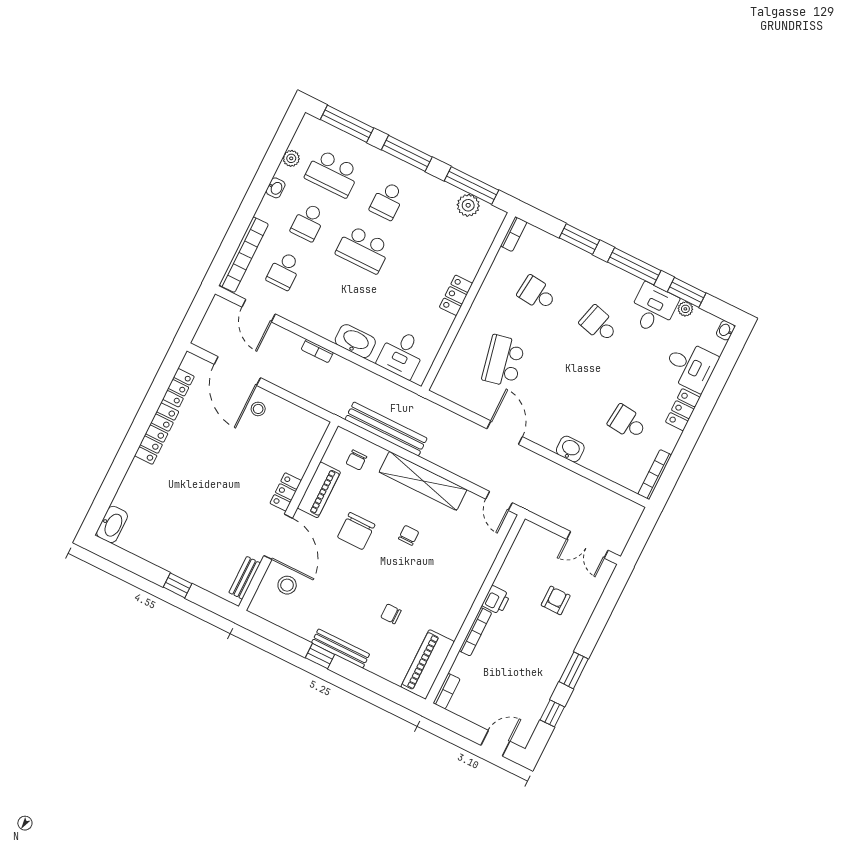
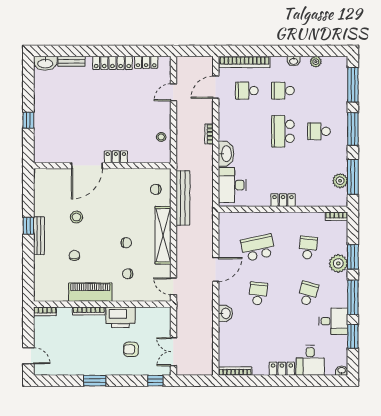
school desk: (332, 173) -> (319, 91), removed
plant: (685, 309) -> (338, 263), moved, width x1.87, depth x1.87
desk: (402, 354) -> (232, 185), width x1.37
door: (237, 371) -> (173, 92), width x0.53
stool: (258, 409) -> (161, 137), moved
school desk: (627, 422) -> (258, 294), moved
piano: (319, 490) -> (127, 176), removed
door: (499, 501) -> (173, 286), hinge flipped
chair: (356, 531) -> (128, 274), moved, width x0.54, depth x0.54
bench: (245, 578) -> (71, 61), moved
stool: (287, 585) -> (76, 217), moved
printer: (496, 600) -> (120, 317), width x1.87, depth x1.48
armchair: (556, 600) -> (131, 349), turned 180
piano: (428, 664) -> (90, 292), moved
window: (552, 713) -> (155, 381), moved

